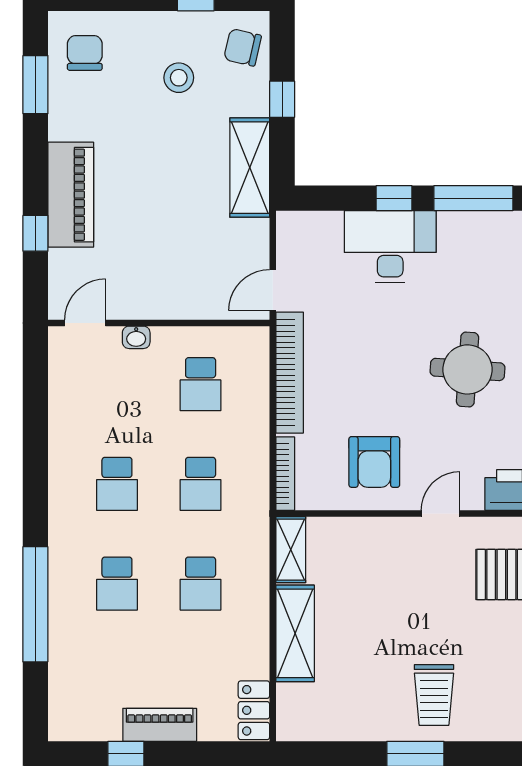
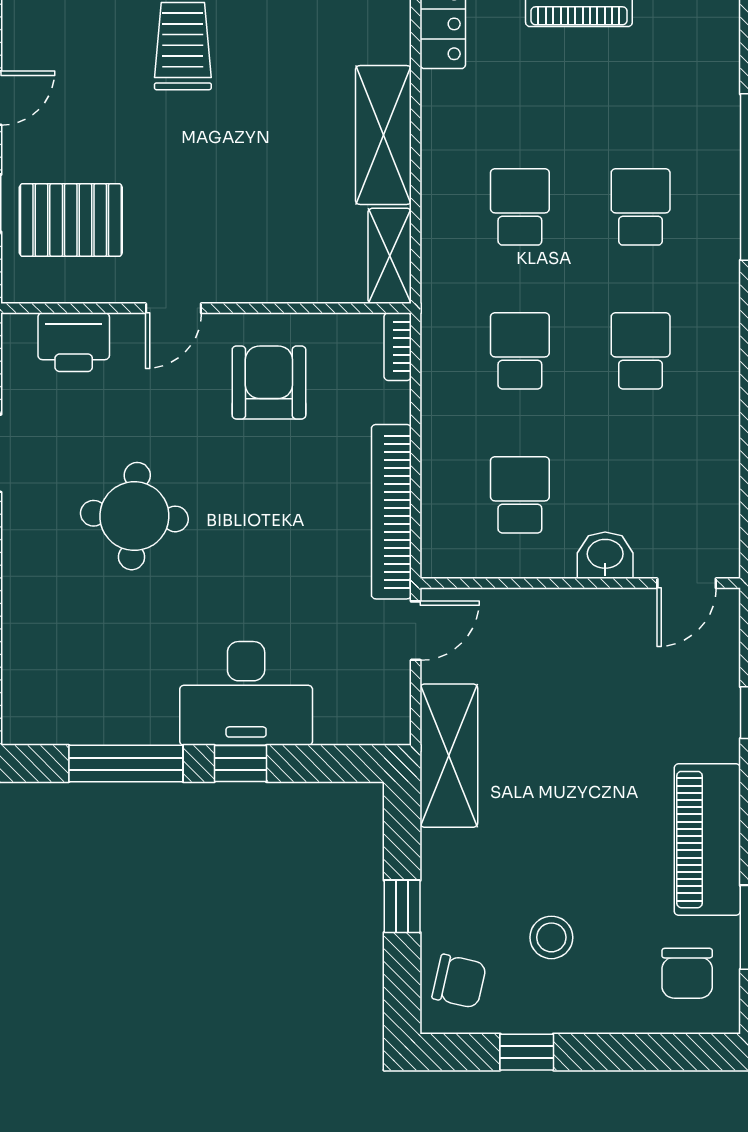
shelving: (250, 168) -> (449, 756), moved
piano: (71, 195) -> (707, 840), moved
washbasin: (136, 337) -> (605, 555), width x1.38, depth x1.45
bookcase: (285, 474) -> (398, 347), width x0.64

